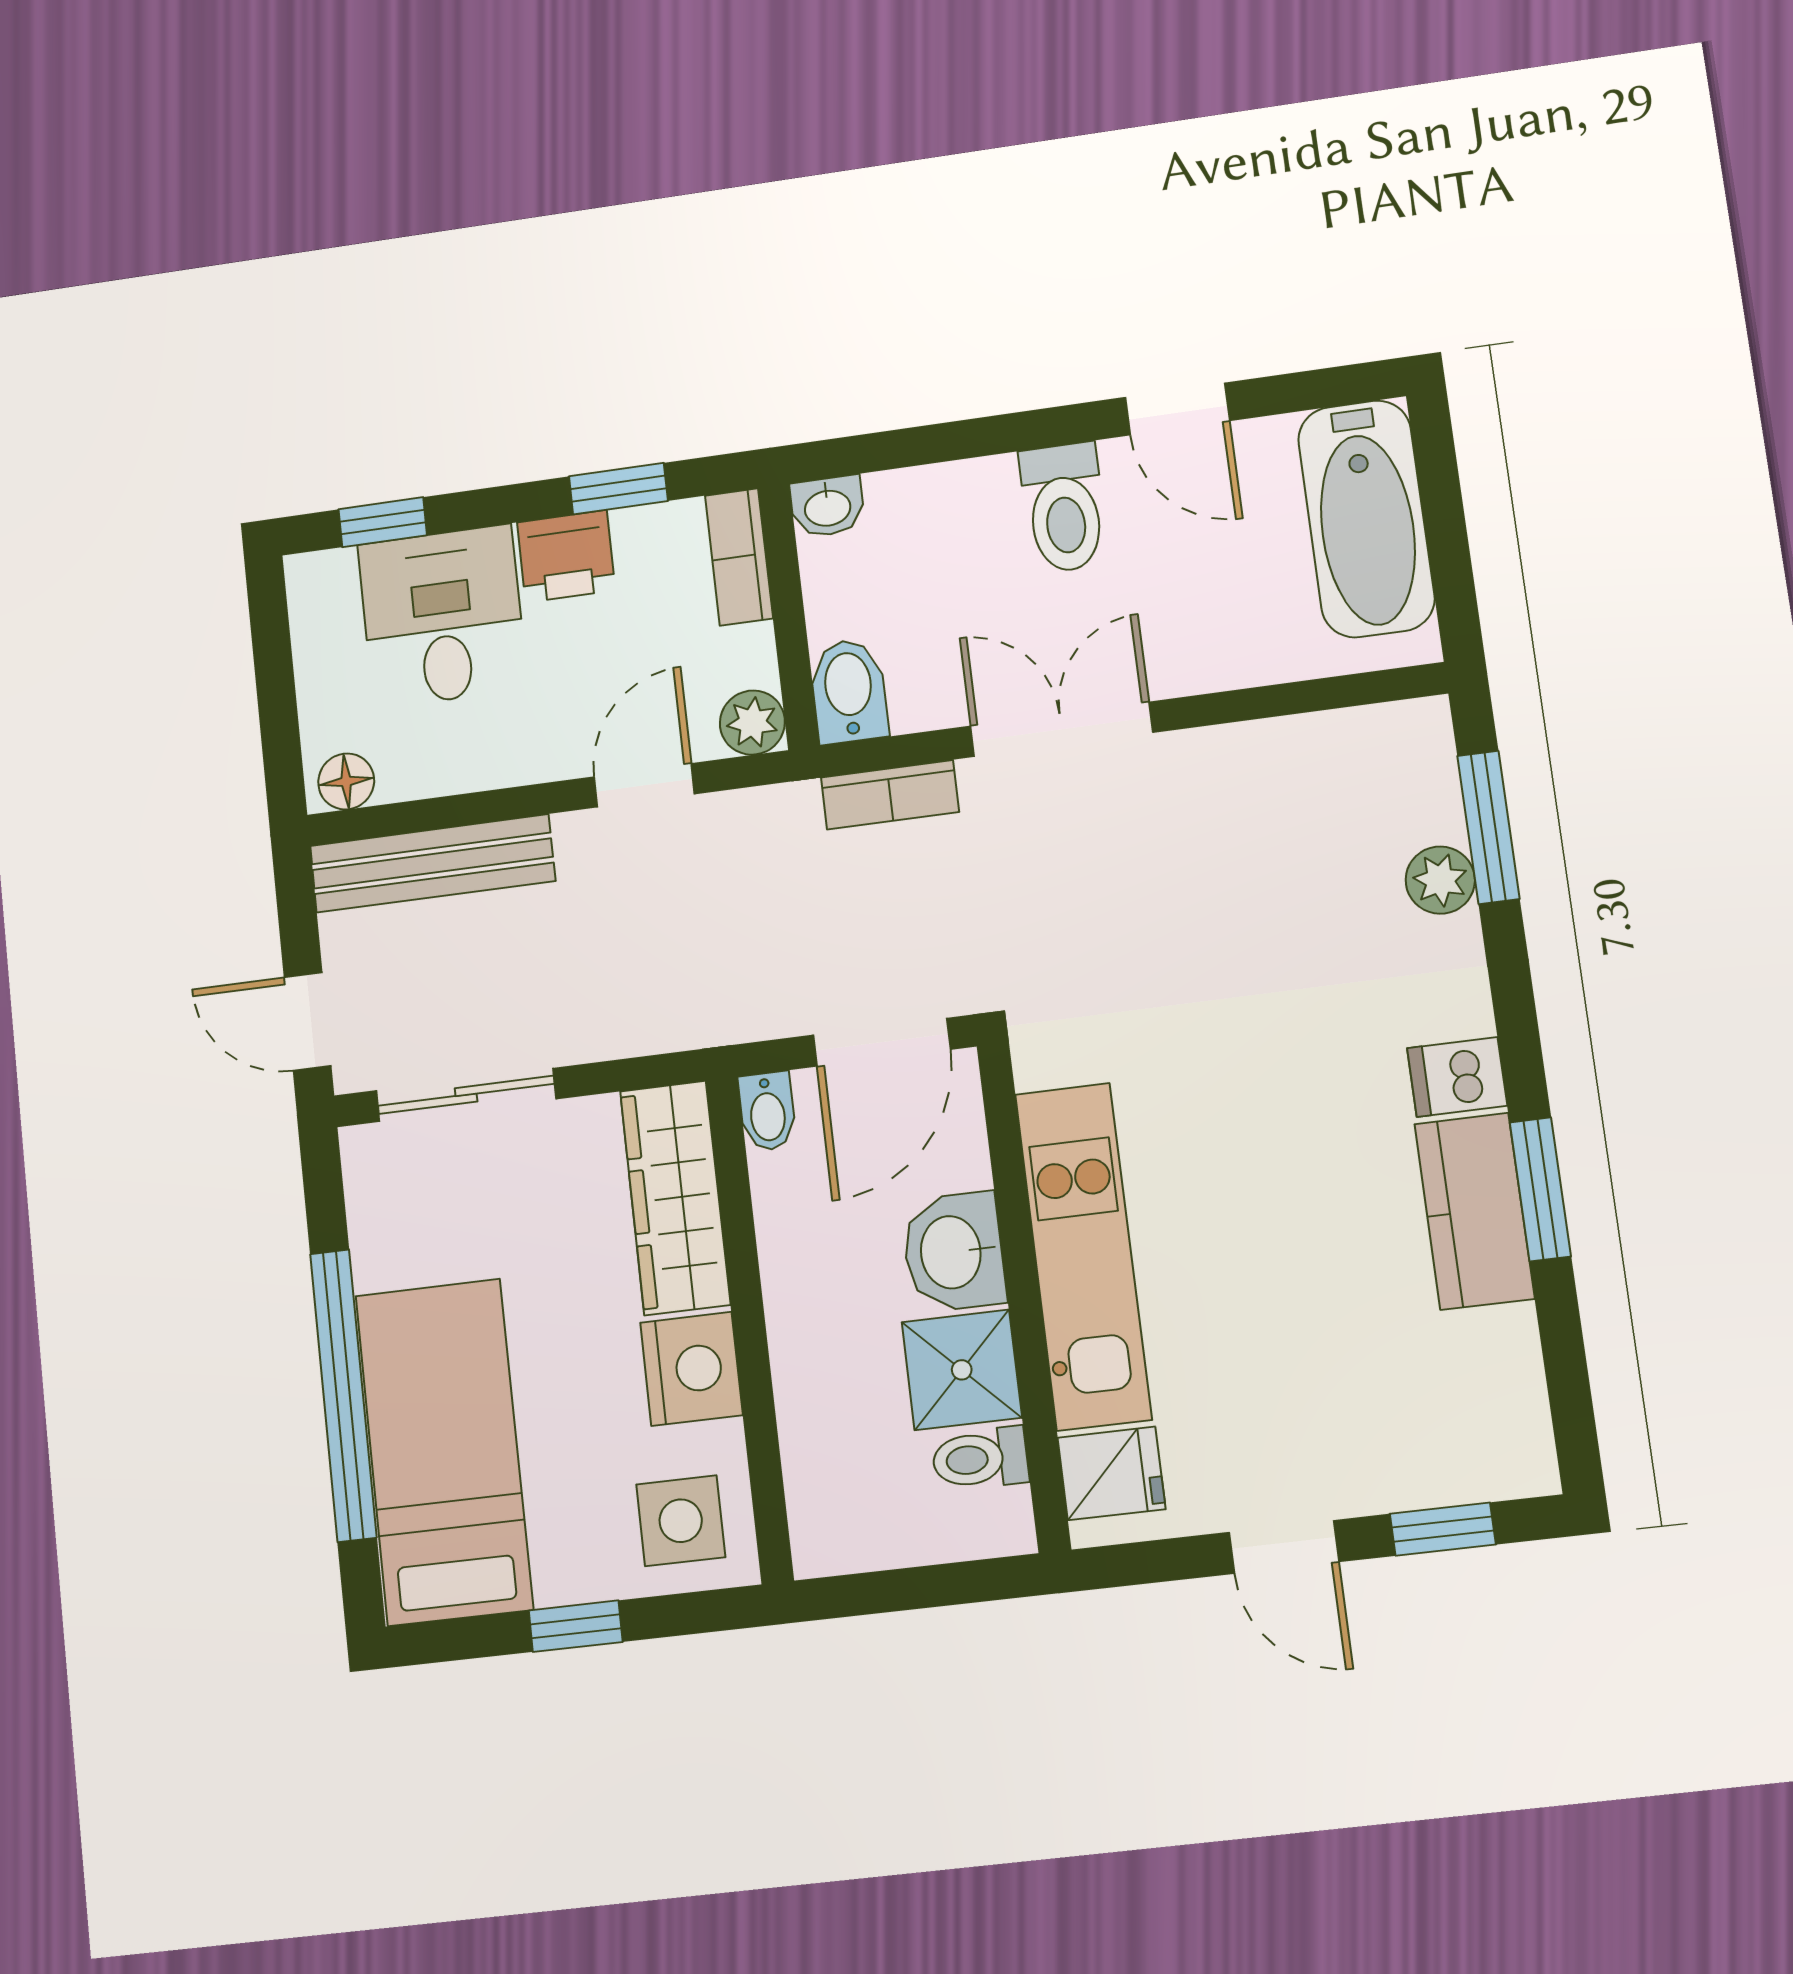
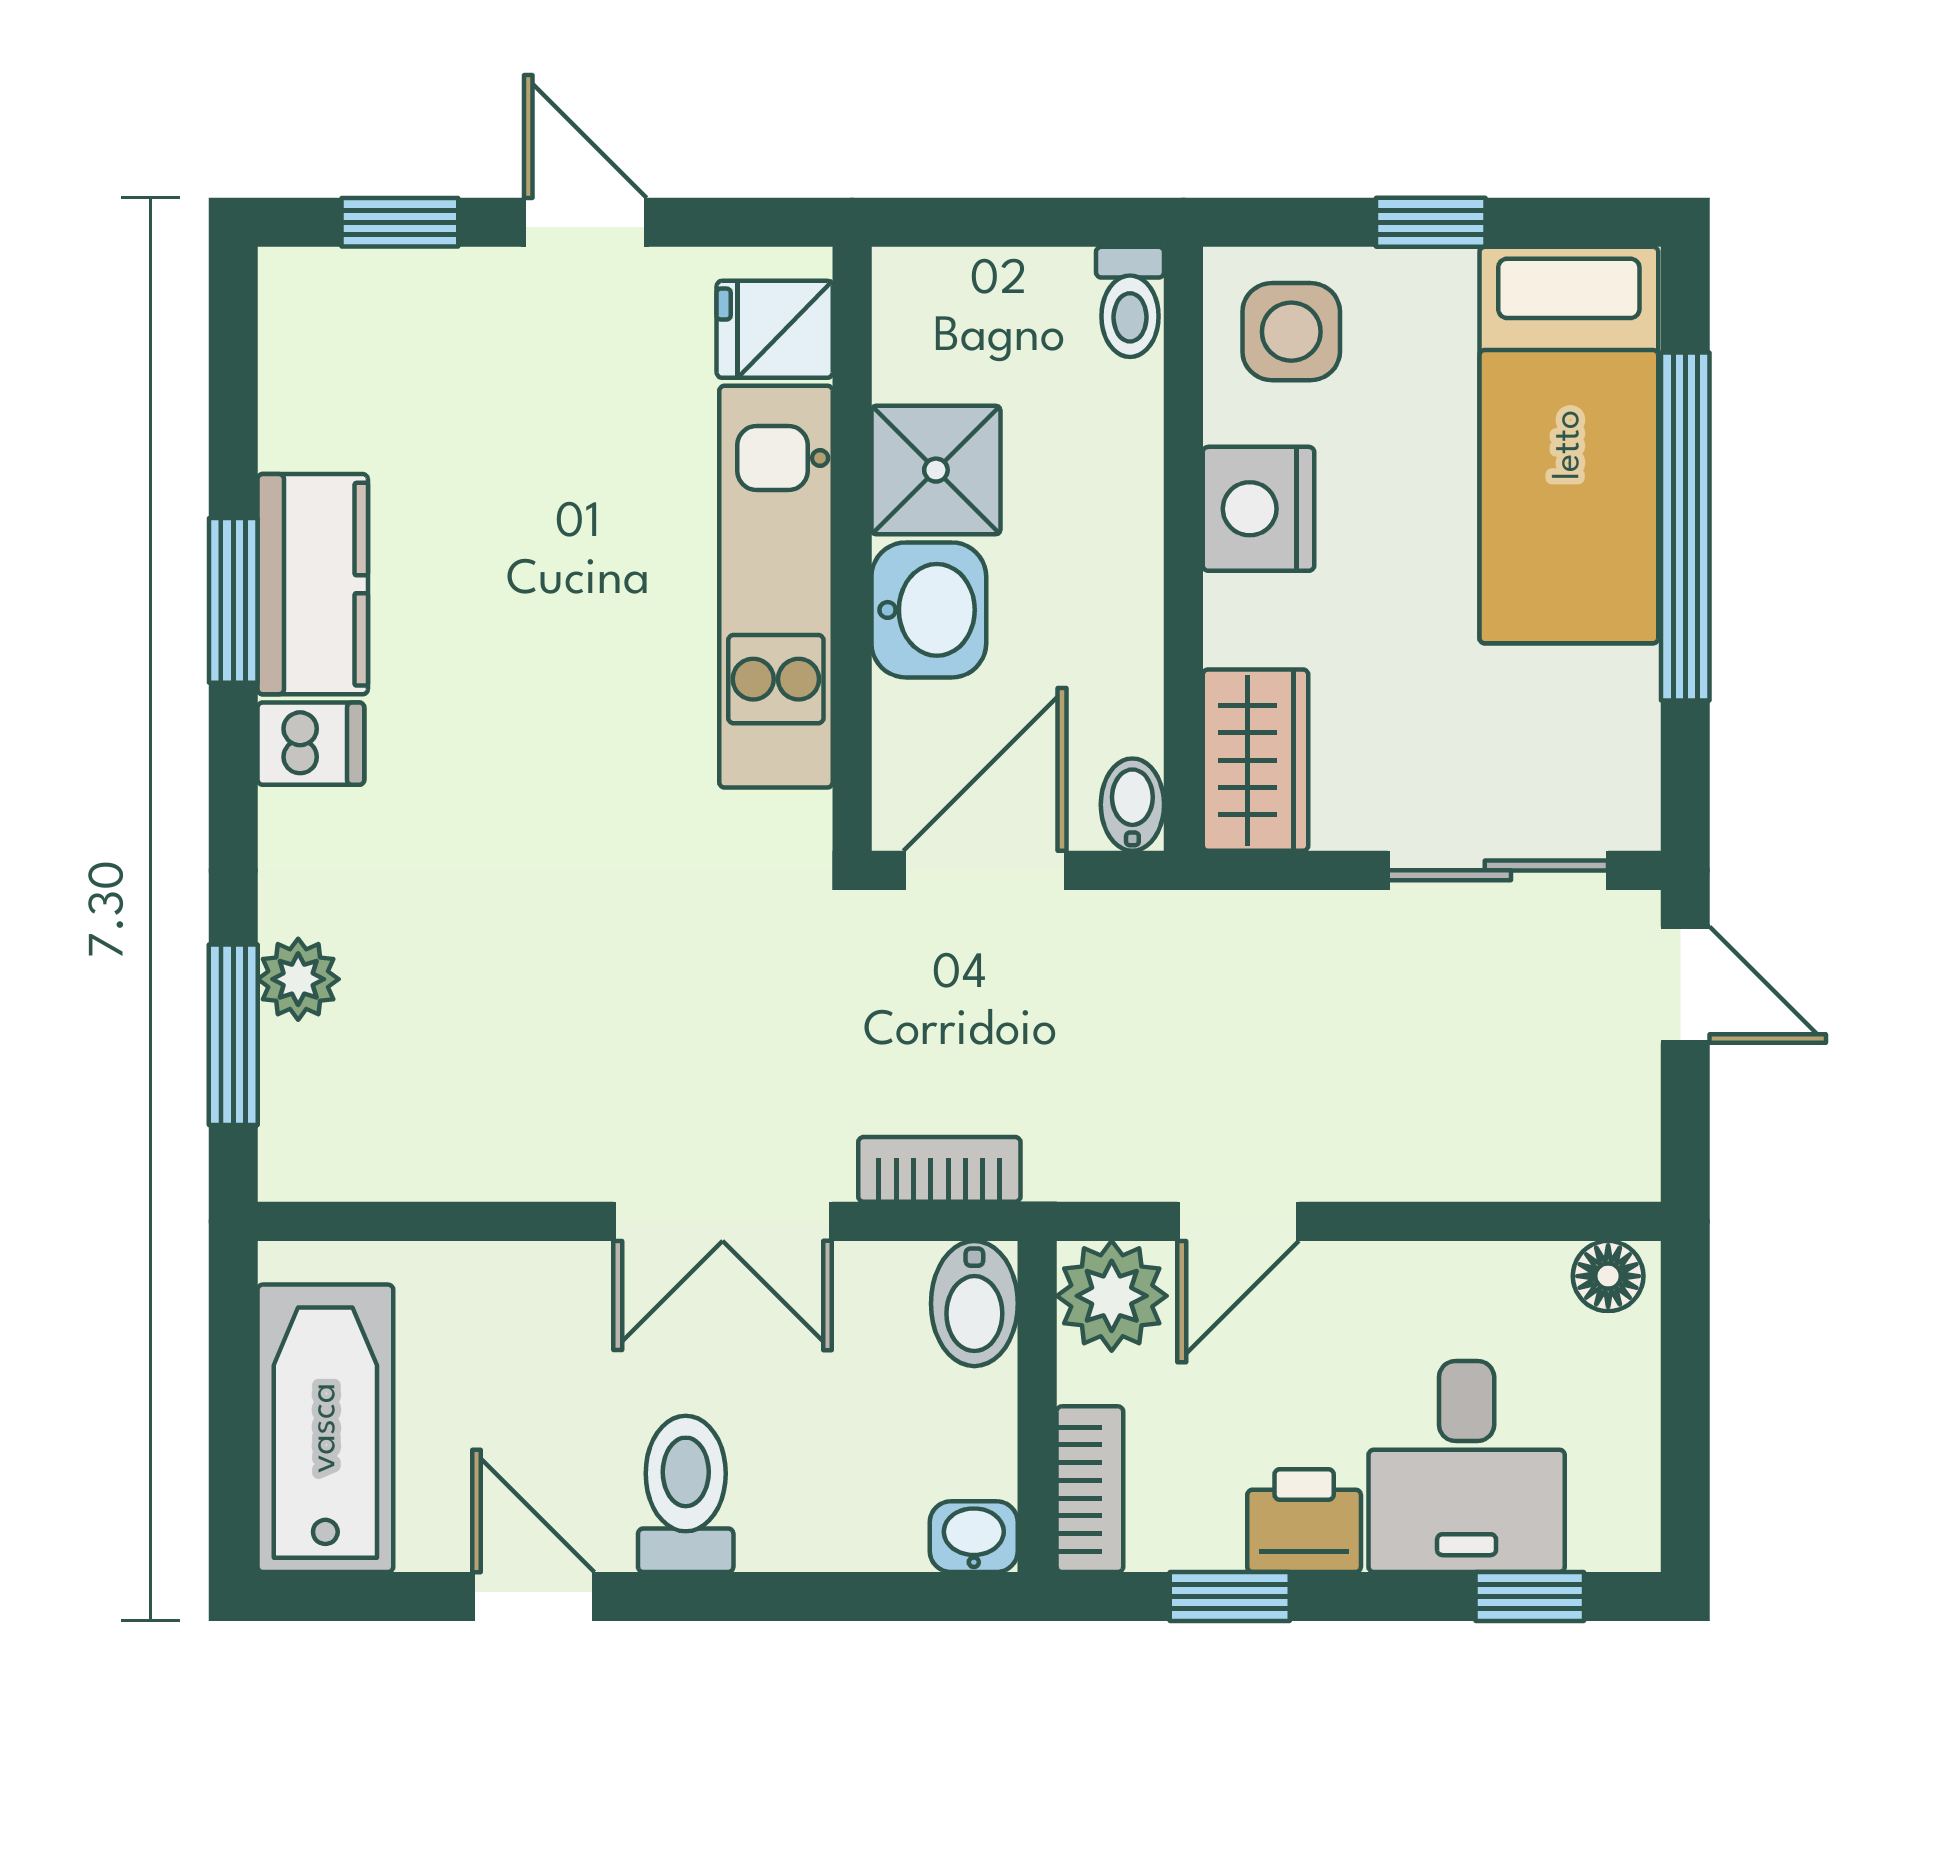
plant: (752, 723) -> (1112, 1296), width x1.38, depth x1.38
bench: (432, 863) -> (1511, 1160), removed
wardrobe: (675, 1198) -> (1256, 760), width x0.67
toilet: (980, 1459) -> (1130, 302), moved, turned 90

